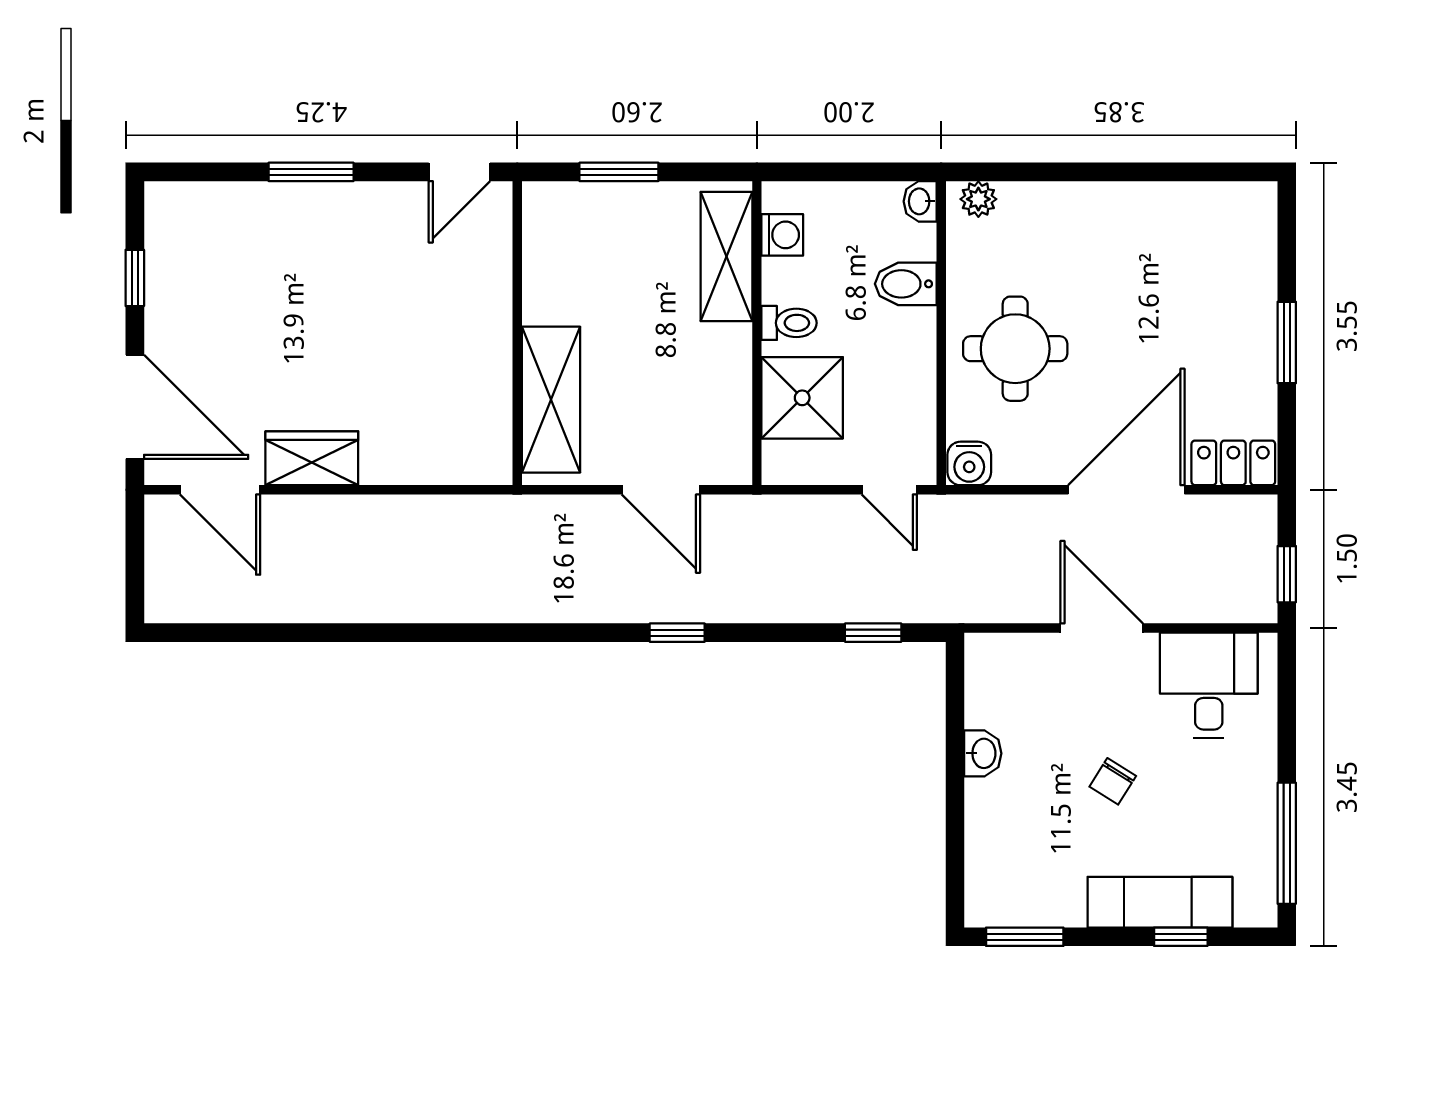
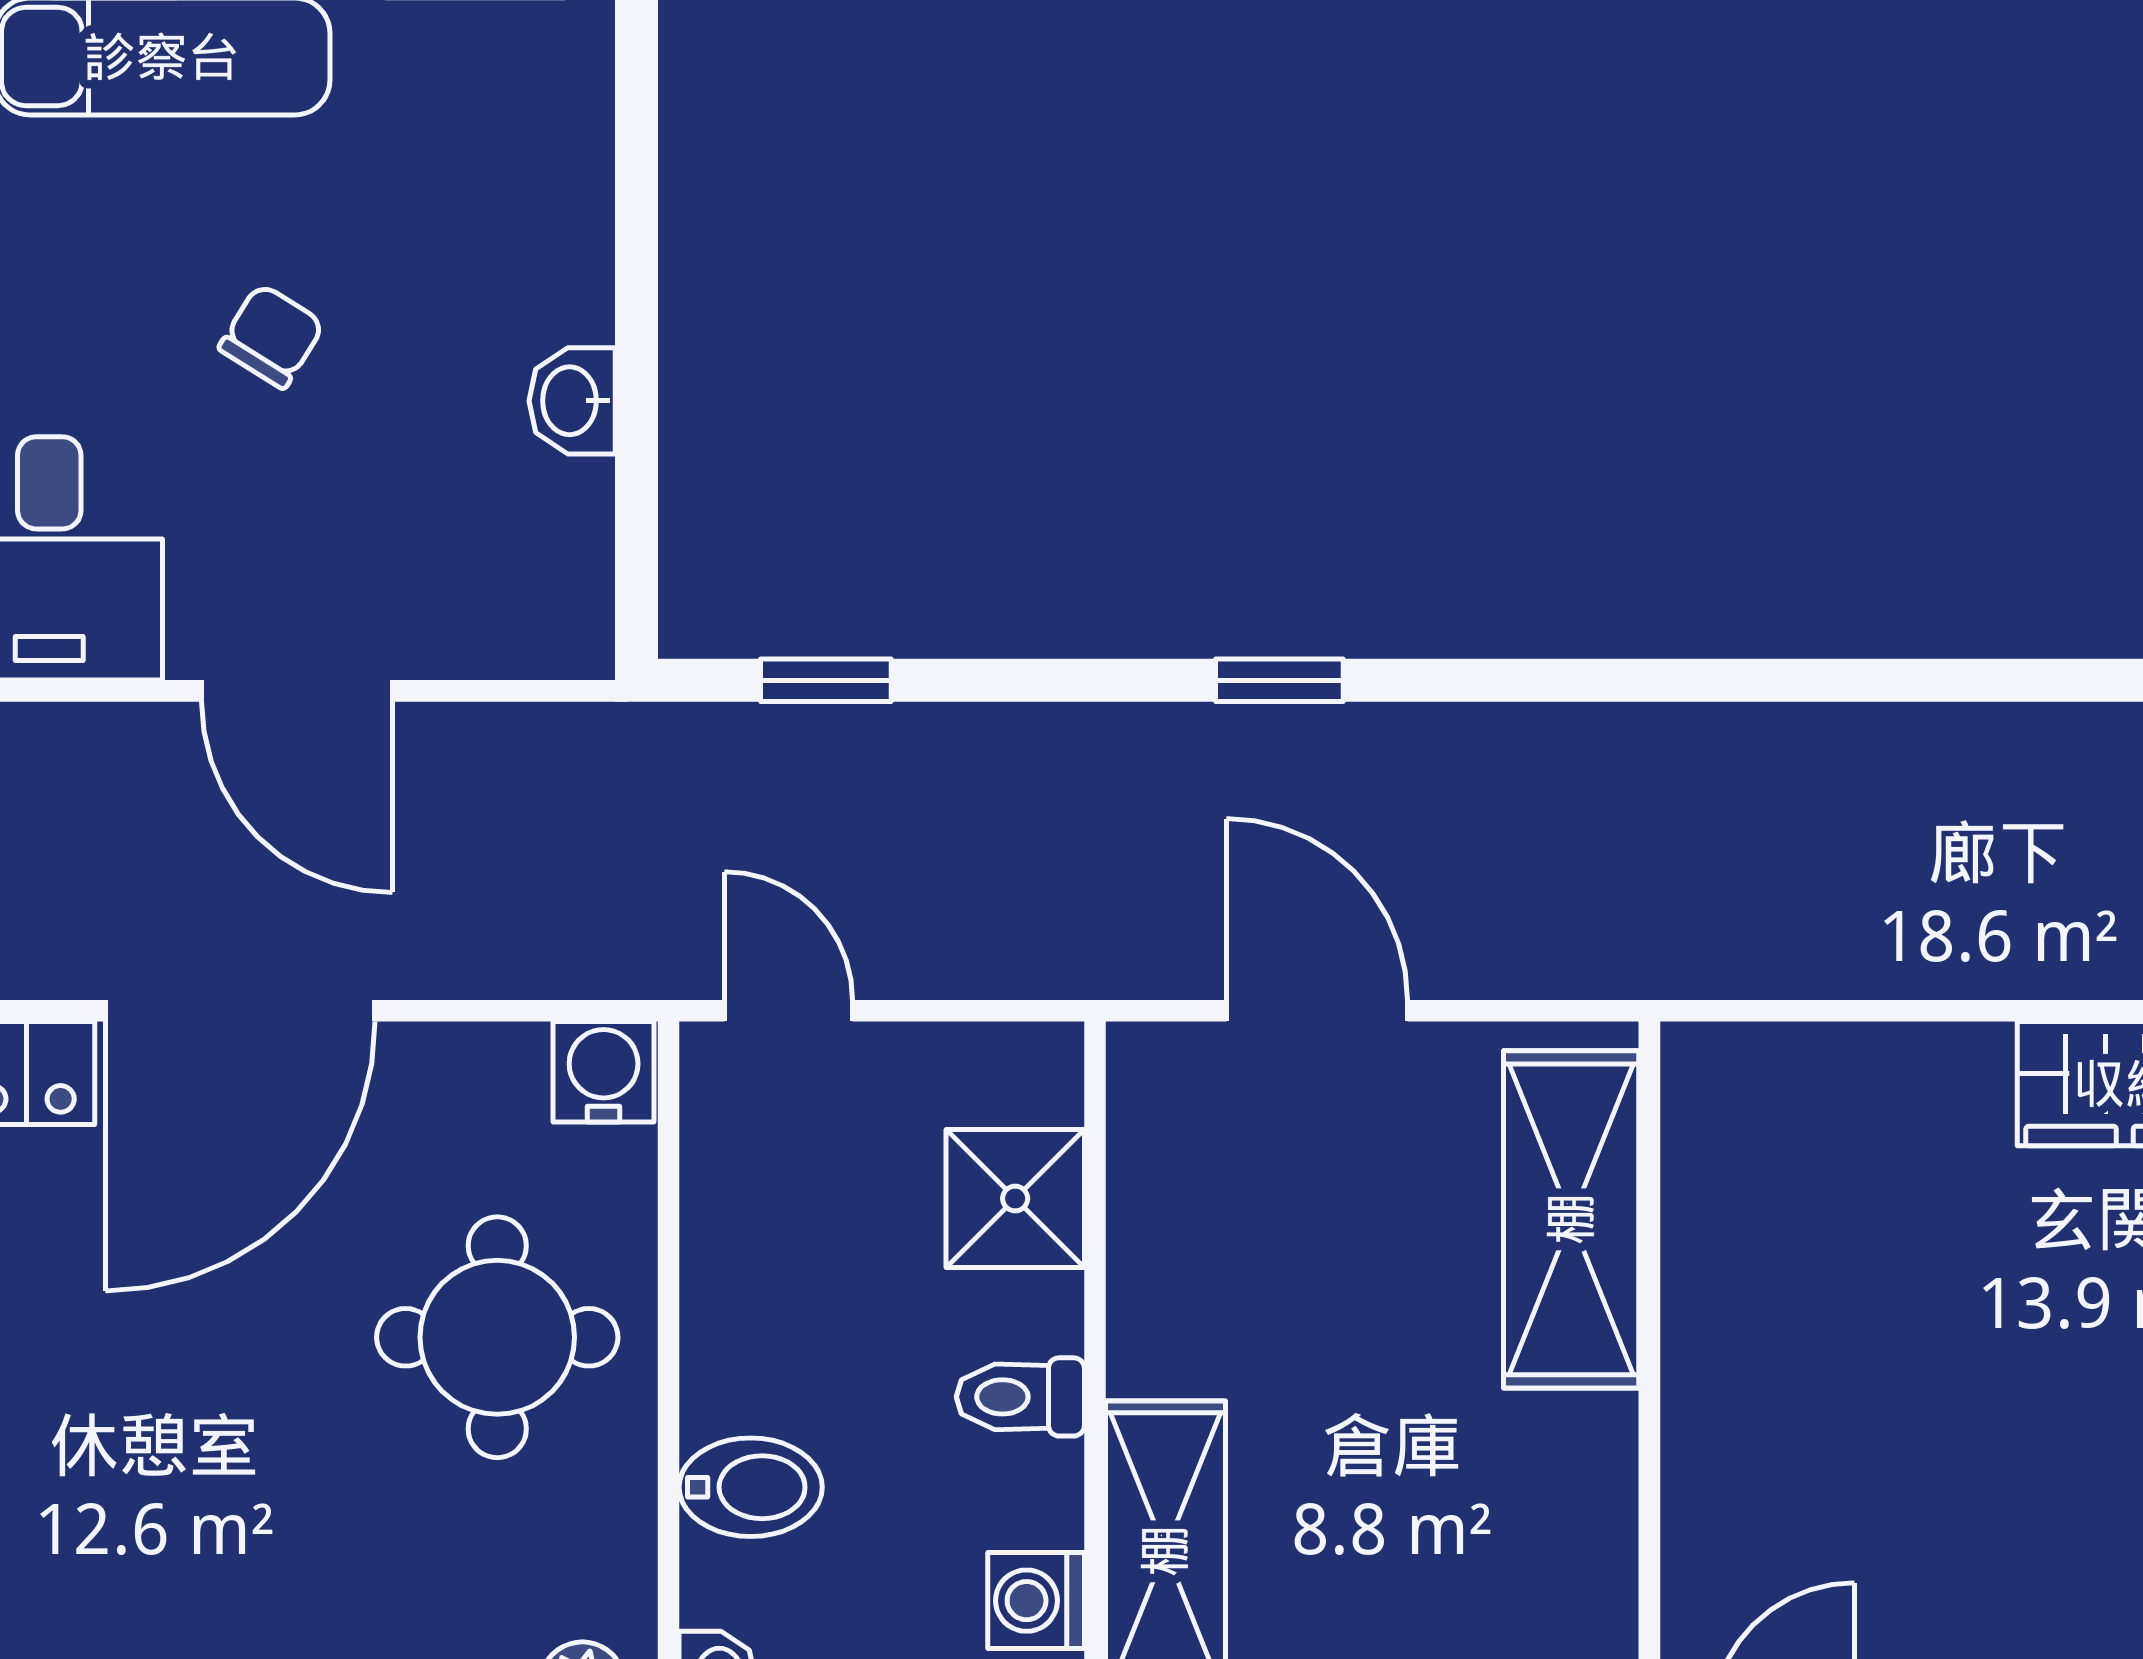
shower: (802, 398) -> (1015, 1199), width x0.73, depth x0.73

